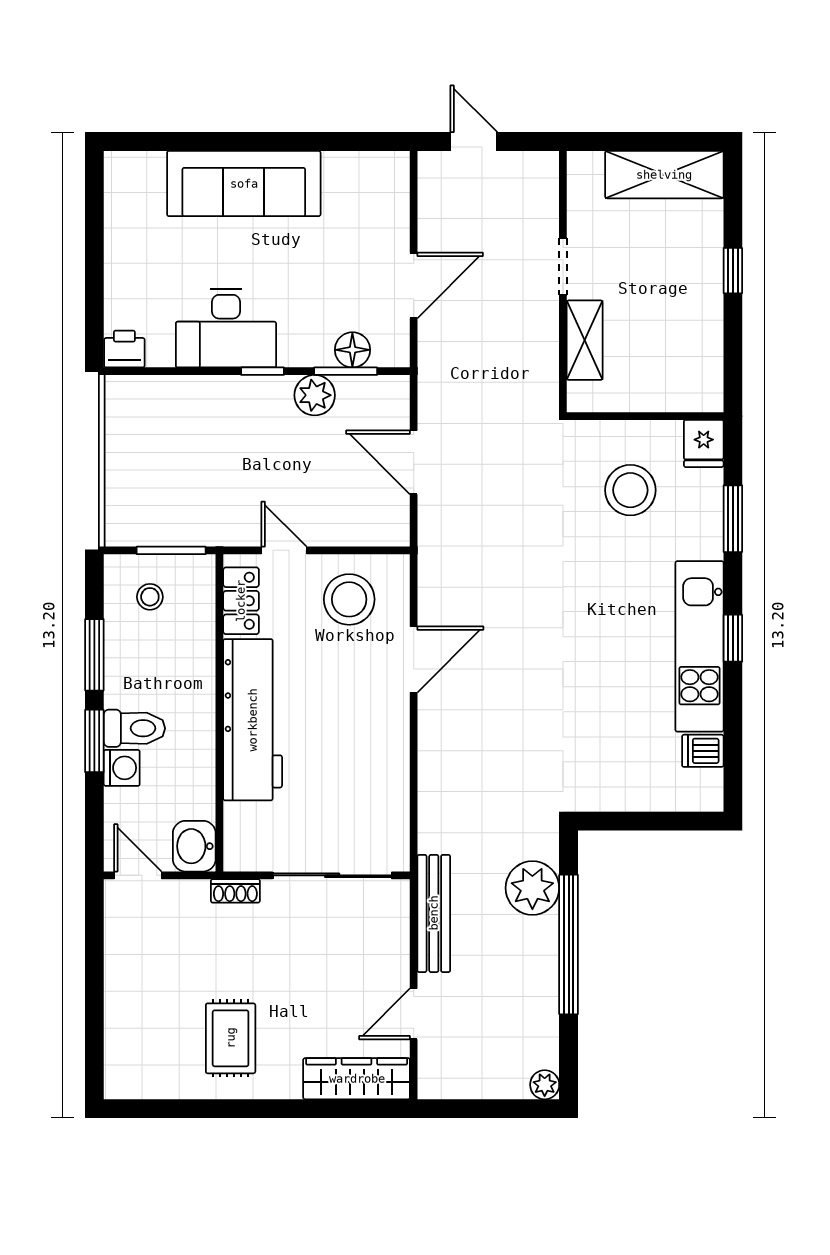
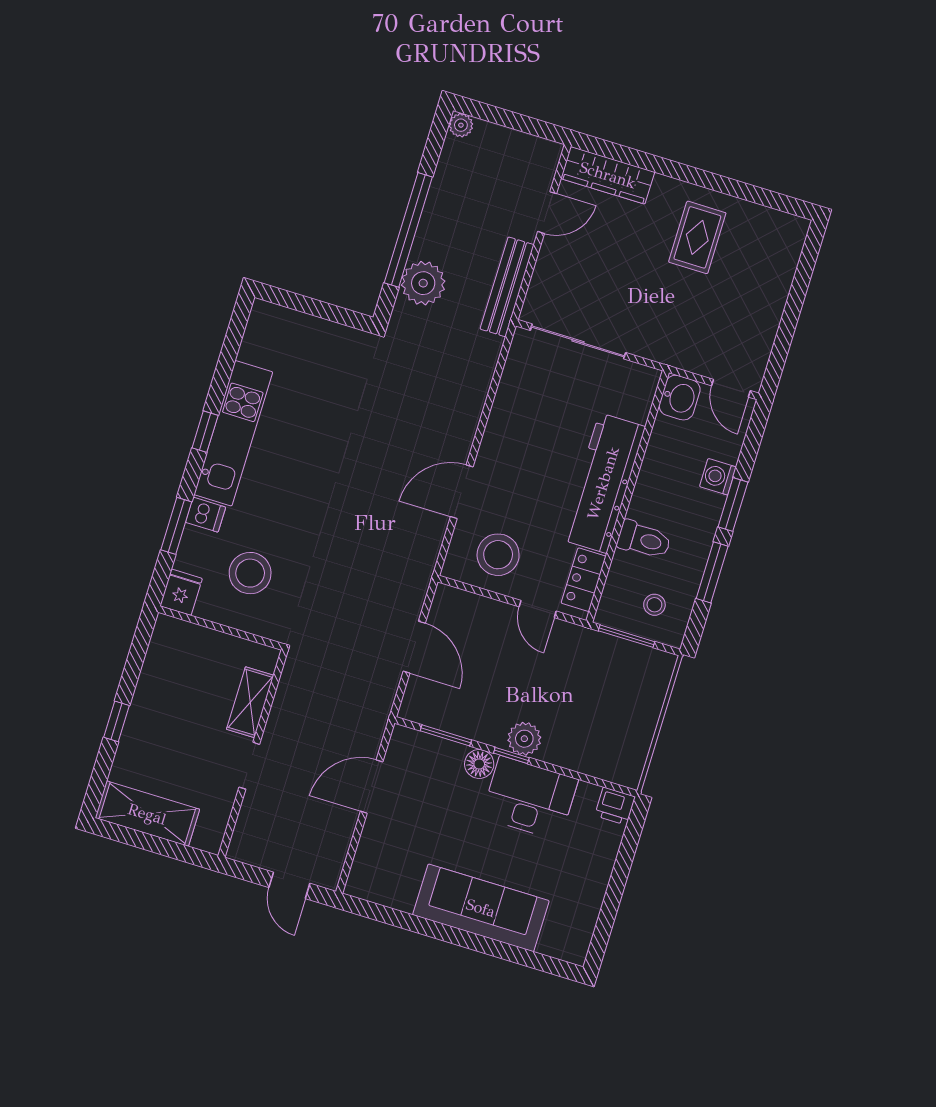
floor lamp: (352, 350) -> (479, 764), moved
plant: (315, 395) -> (524, 739), moved
toilet: (134, 728) -> (644, 540), moved, turned 180
dishwasher: (703, 751) -> (206, 515), moved
shoe rack: (235, 891) -> (658, 352), removed

